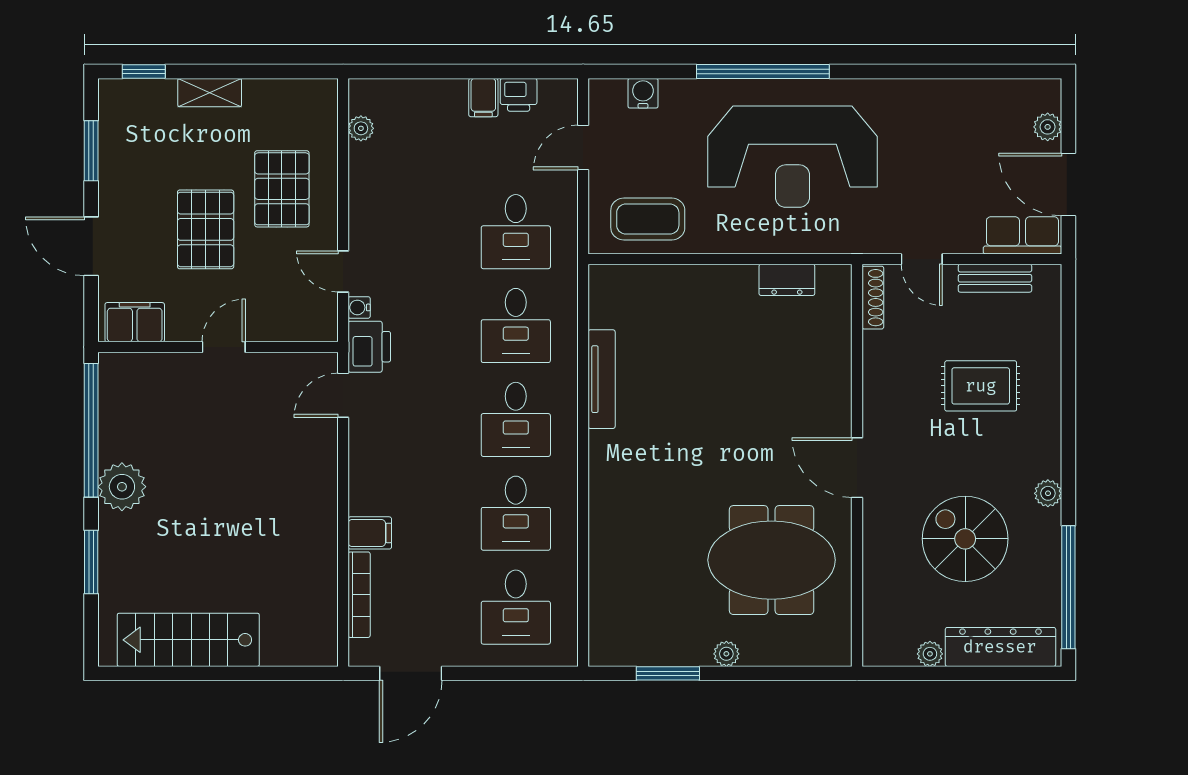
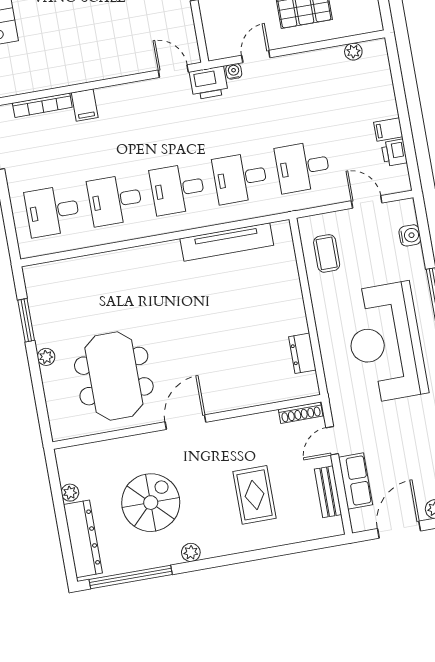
coffee table: (648, 219) -> (327, 253), width x0.73, depth x0.77
row of seats: (1022, 235) -> (356, 481), moved
tv unit: (602, 379) -> (227, 242), width x1.36, depth x1.29

